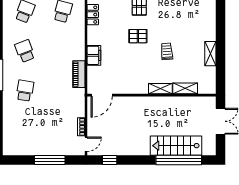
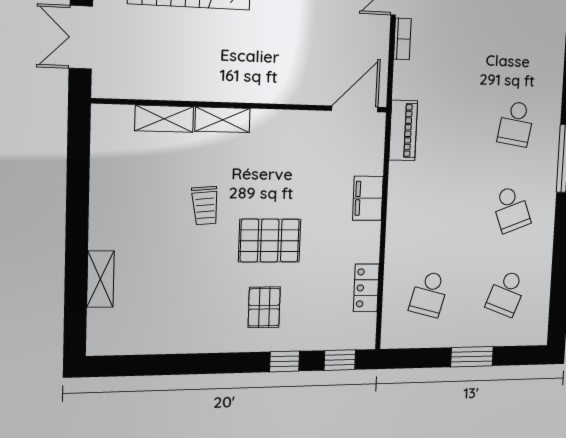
pallet: (138, 36) -> (270, 241), width x1.50, depth x1.42
shelving: (210, 54) -> (100, 279), moved
piano: (79, 74) -> (403, 130), moved

